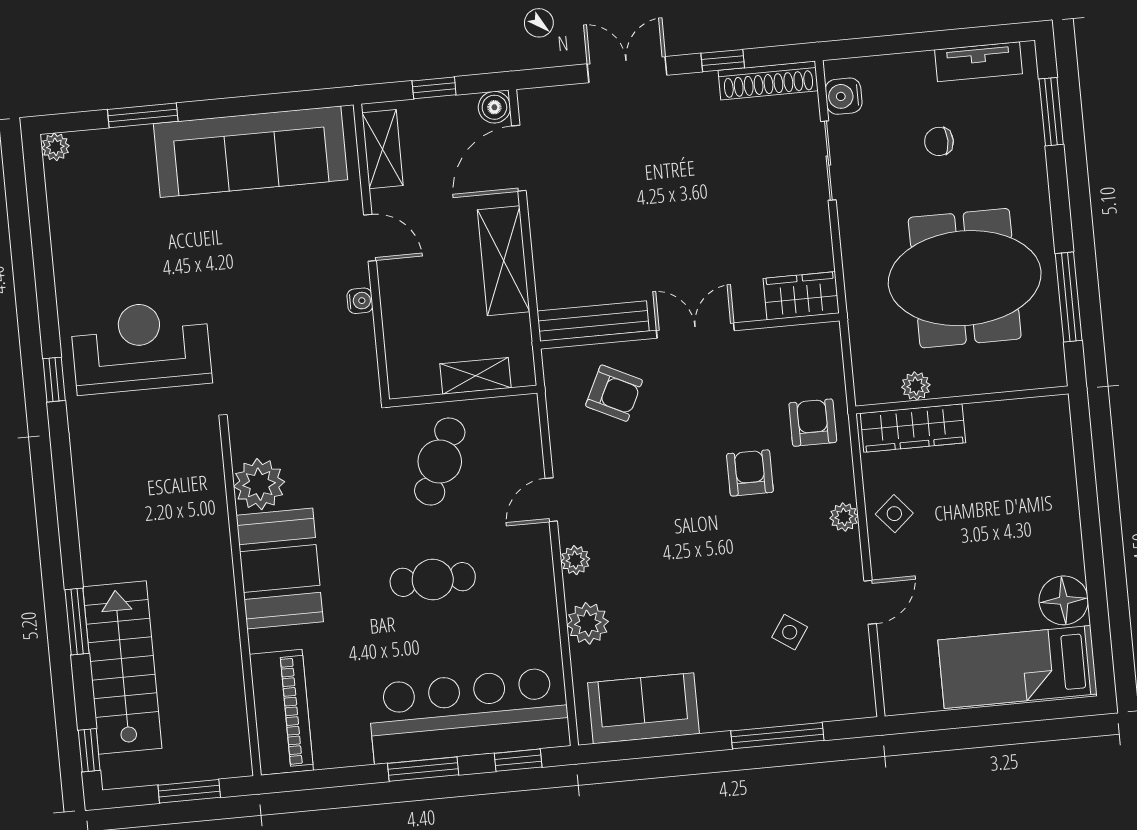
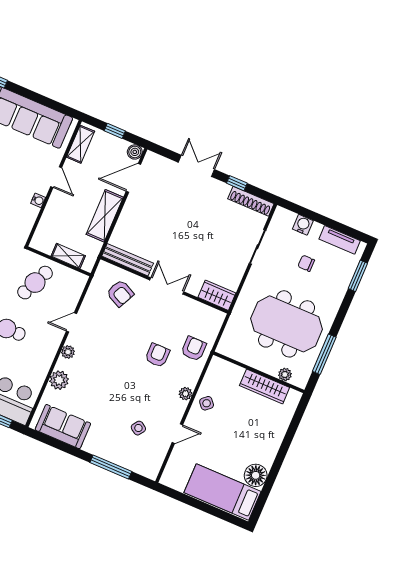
water cooler: (844, 96) -> (303, 225), moved, turned 90
plant: (916, 386) -> (285, 374), moved
wardrobe: (913, 428) -> (265, 386), moved

